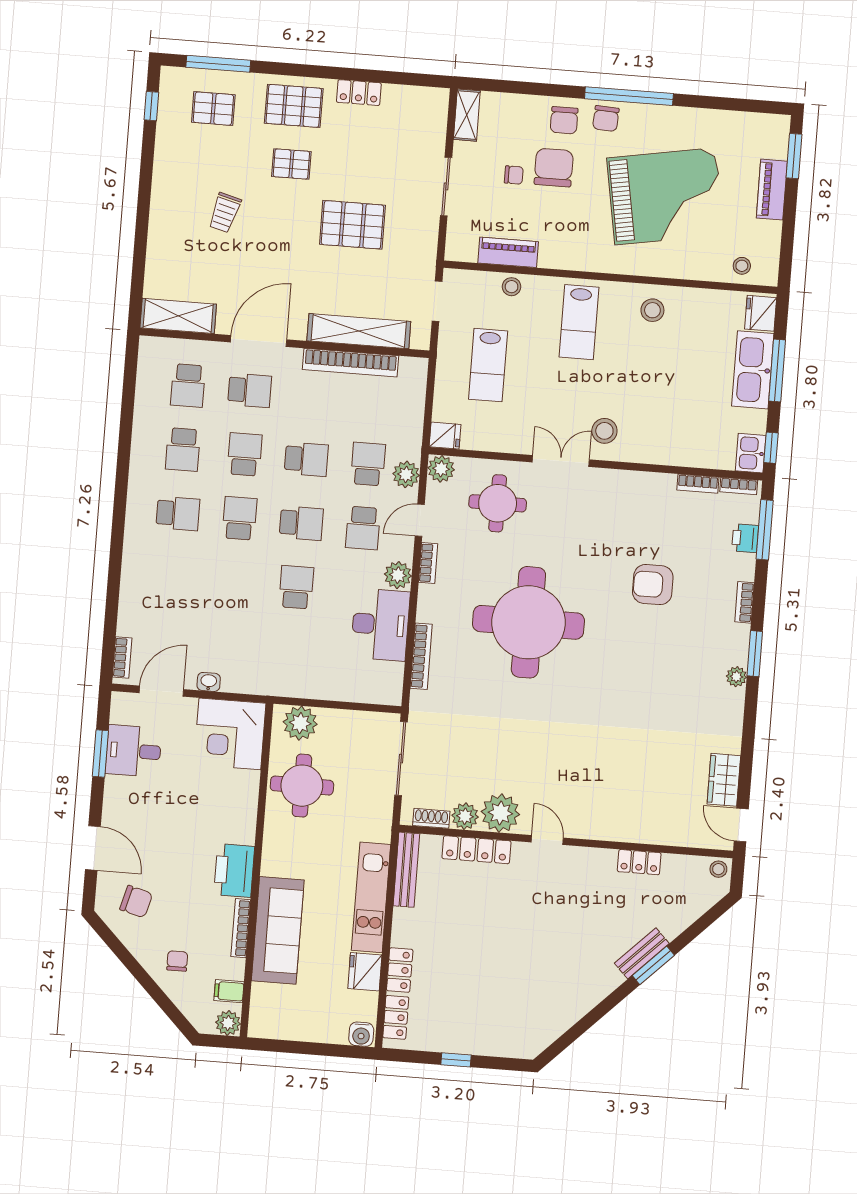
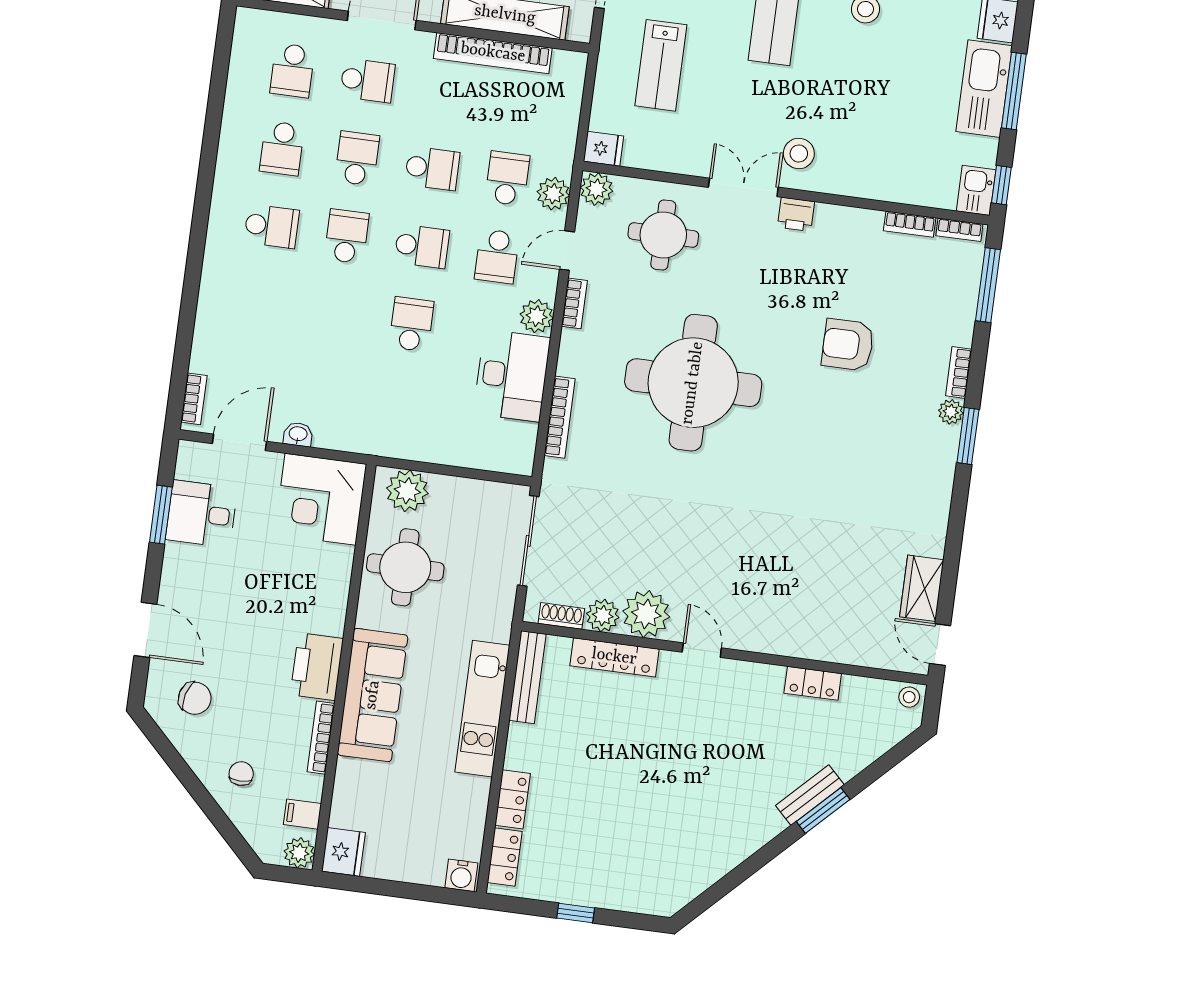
printer: (745, 538) -> (796, 214), moved, turned -90
plant: (736, 677) -> (951, 412), moved
sofa: (278, 930) -> (373, 695), moved
fridge: (365, 972) -> (343, 852), moved, turned 180

